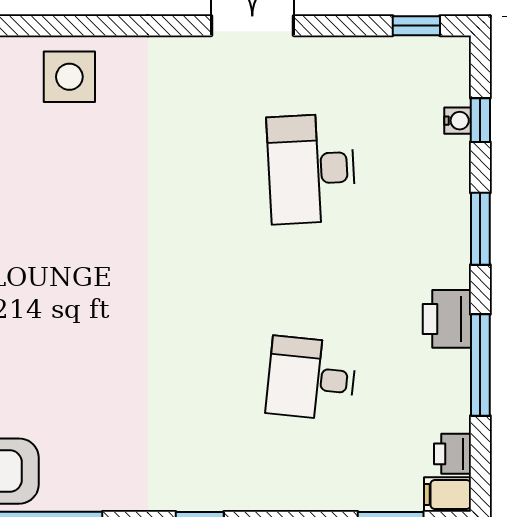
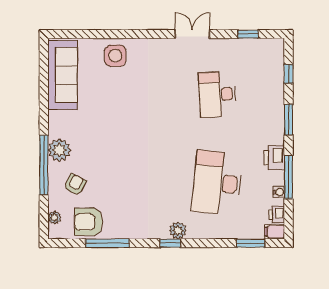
window: (416, 26) -> (248, 34), moved
water cooler: (458, 121) -> (279, 192), moved
desk: (311, 378) -> (217, 183), width x1.87, depth x1.30
plant: (218, 492) -> (178, 231), added

